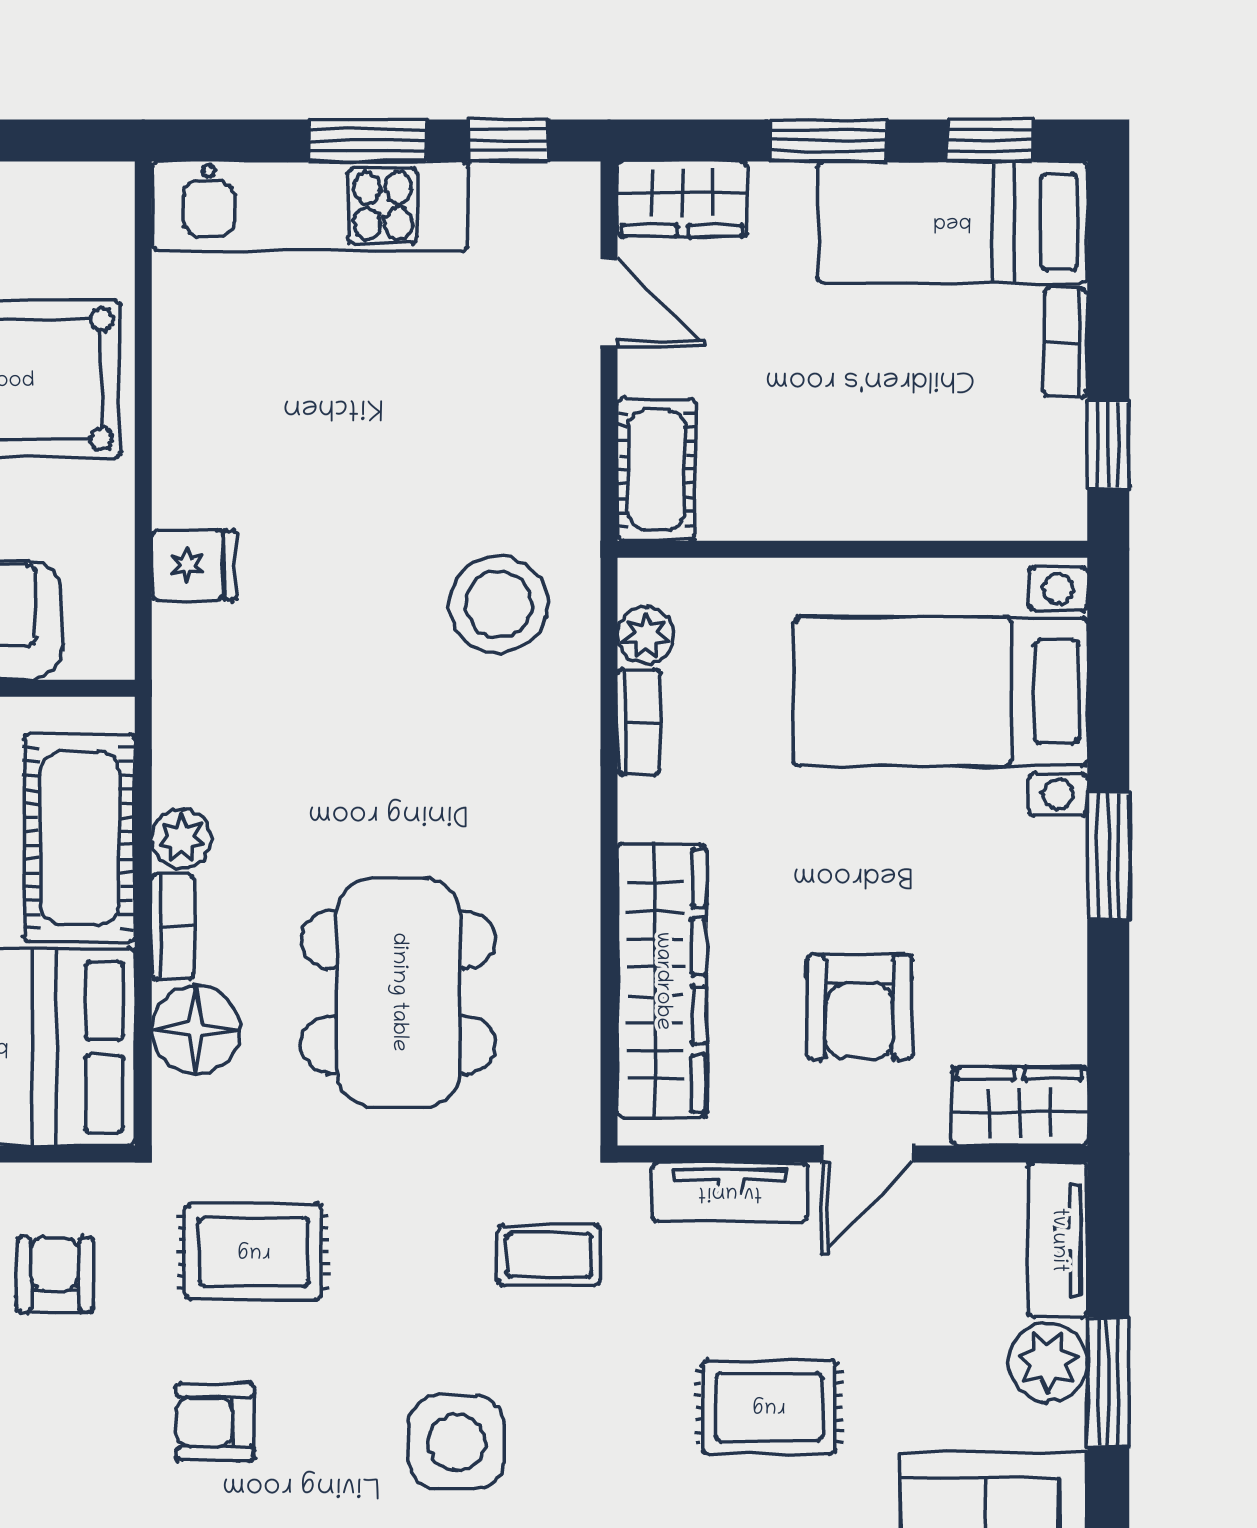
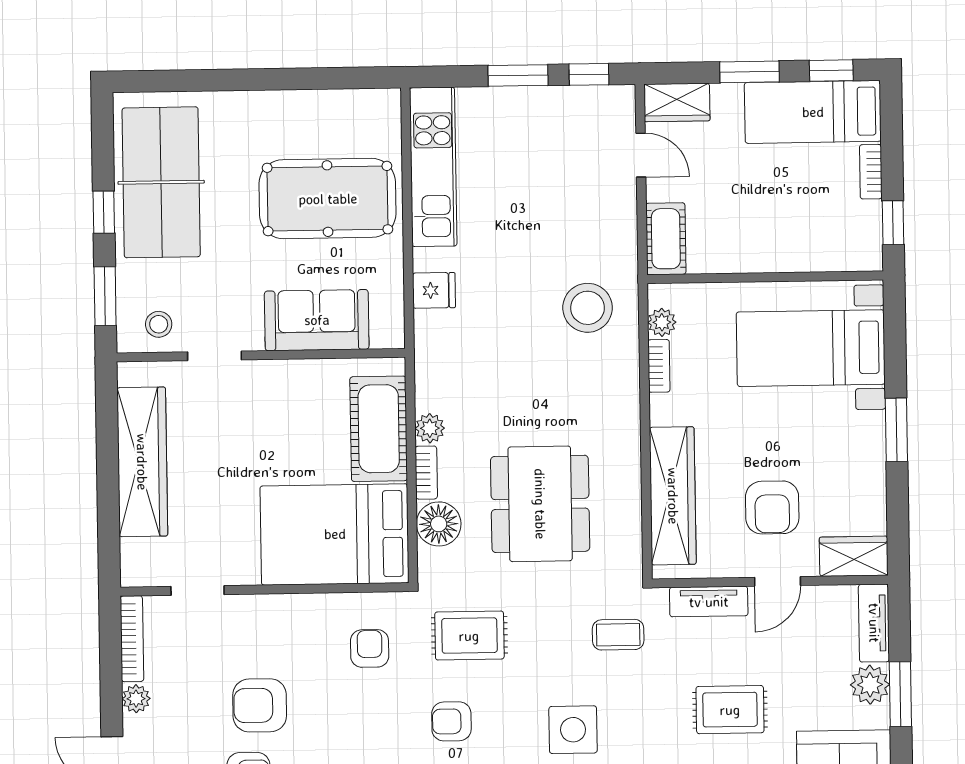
kitchen unit: (310, 206) -> (433, 167), moved, turned -90

